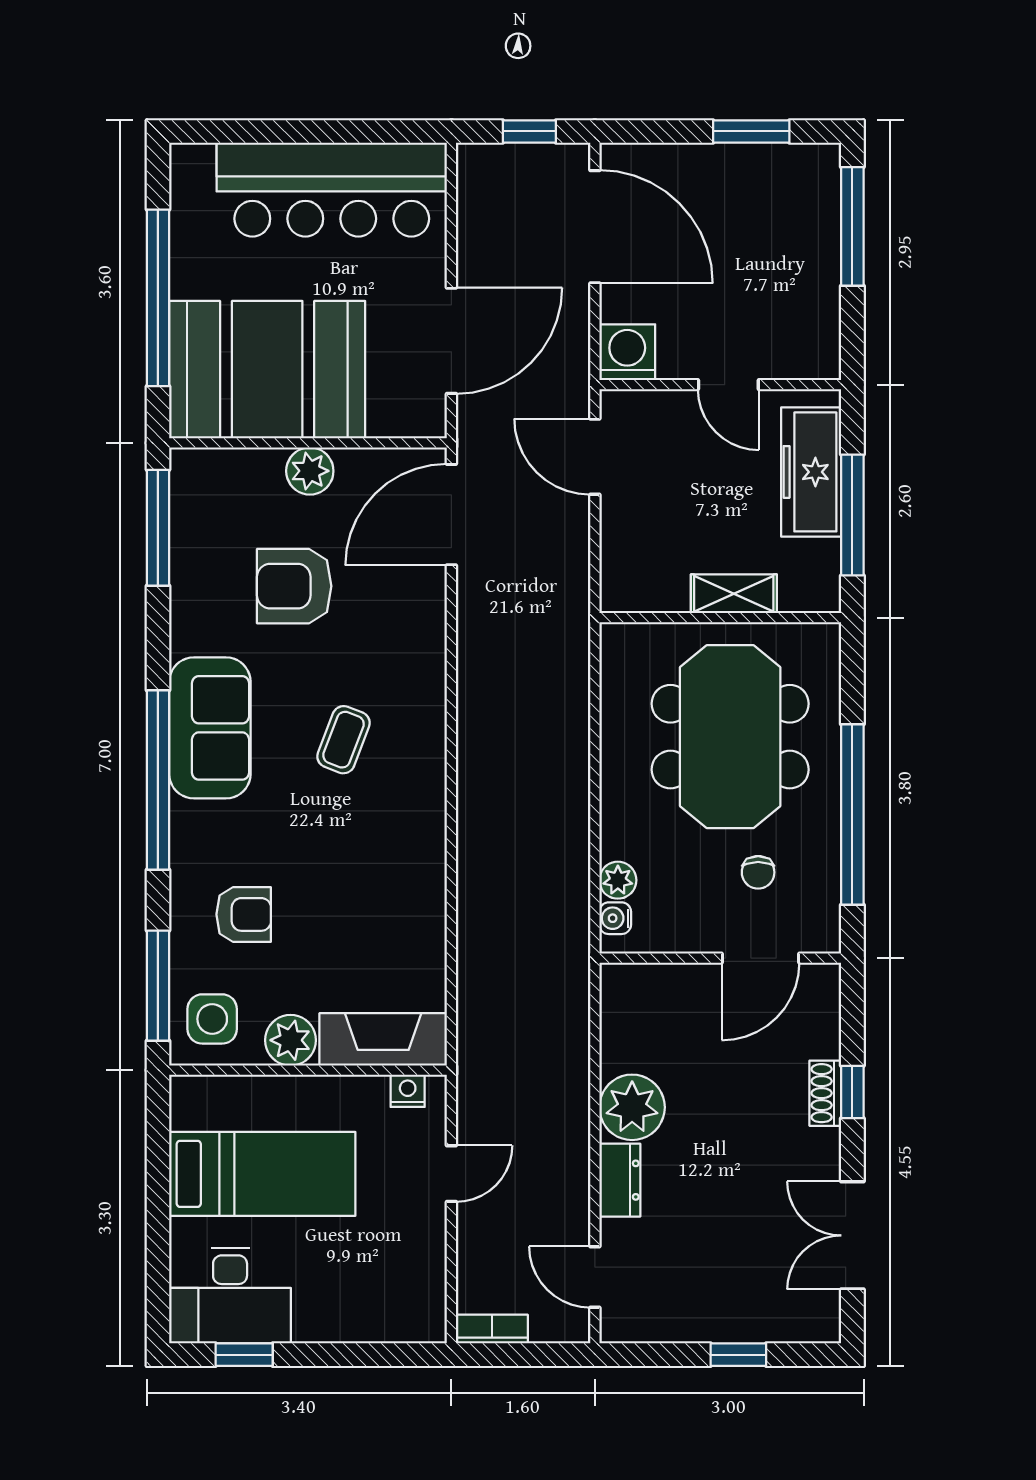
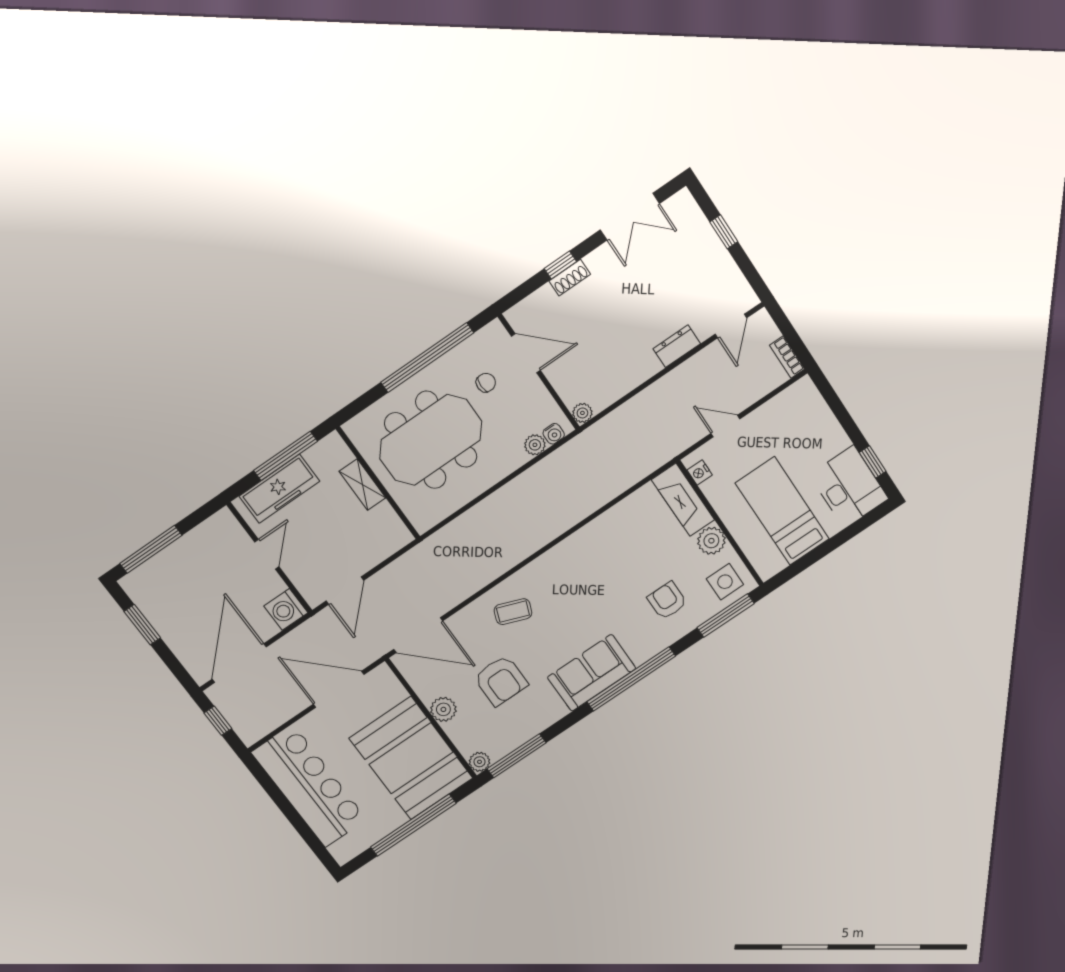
plant: (188, 466) -> (479, 762), added
coffee table: (344, 740) -> (513, 612), moved
plant: (632, 1107) -> (582, 413), moved, width x0.53, depth x0.53

